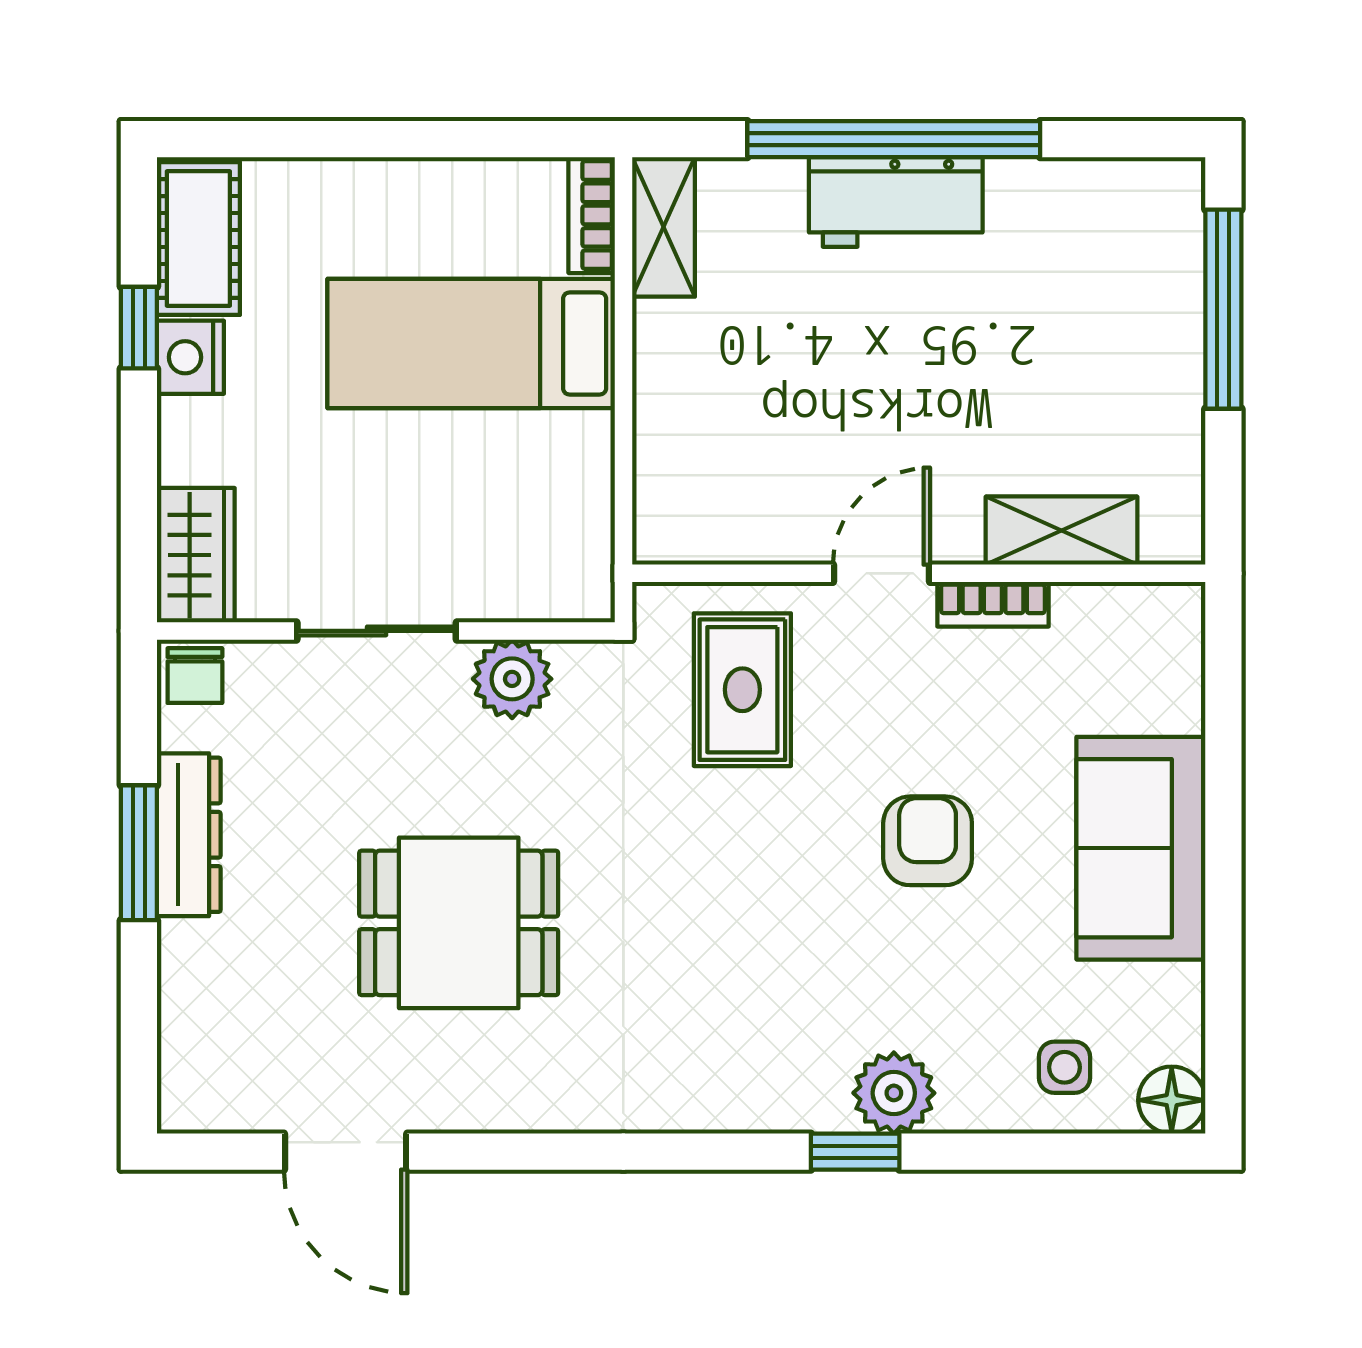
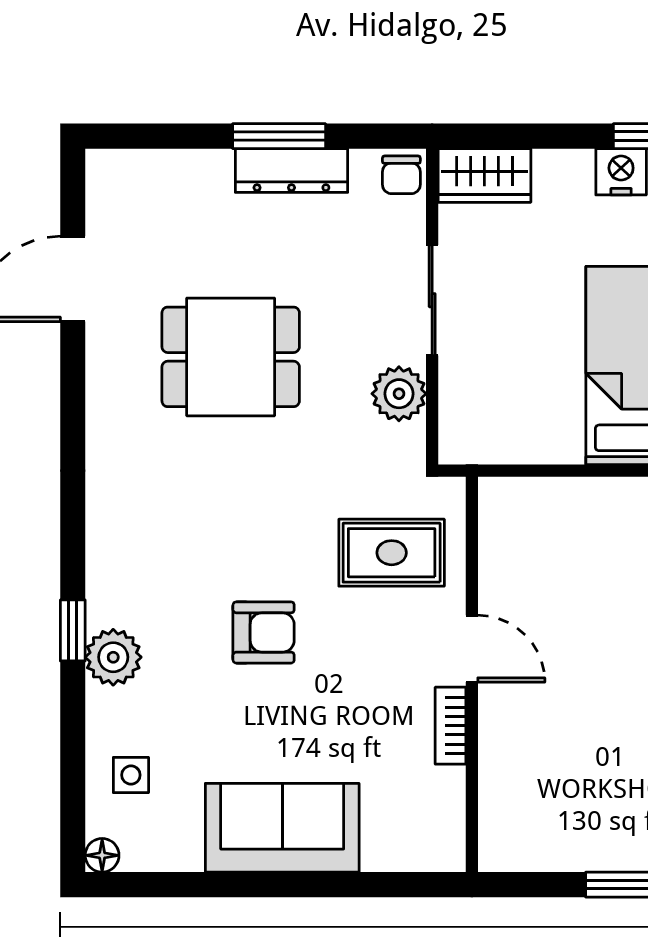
shelving: (1062, 531) -> (501, 773), removed
chair: (195, 676) -> (401, 175), turned -90
armchair: (928, 841) -> (264, 632), moved
dining table: (459, 923) -> (231, 357), turned 90
floor lamp: (1172, 1100) -> (102, 855), width x0.73, depth x0.73

